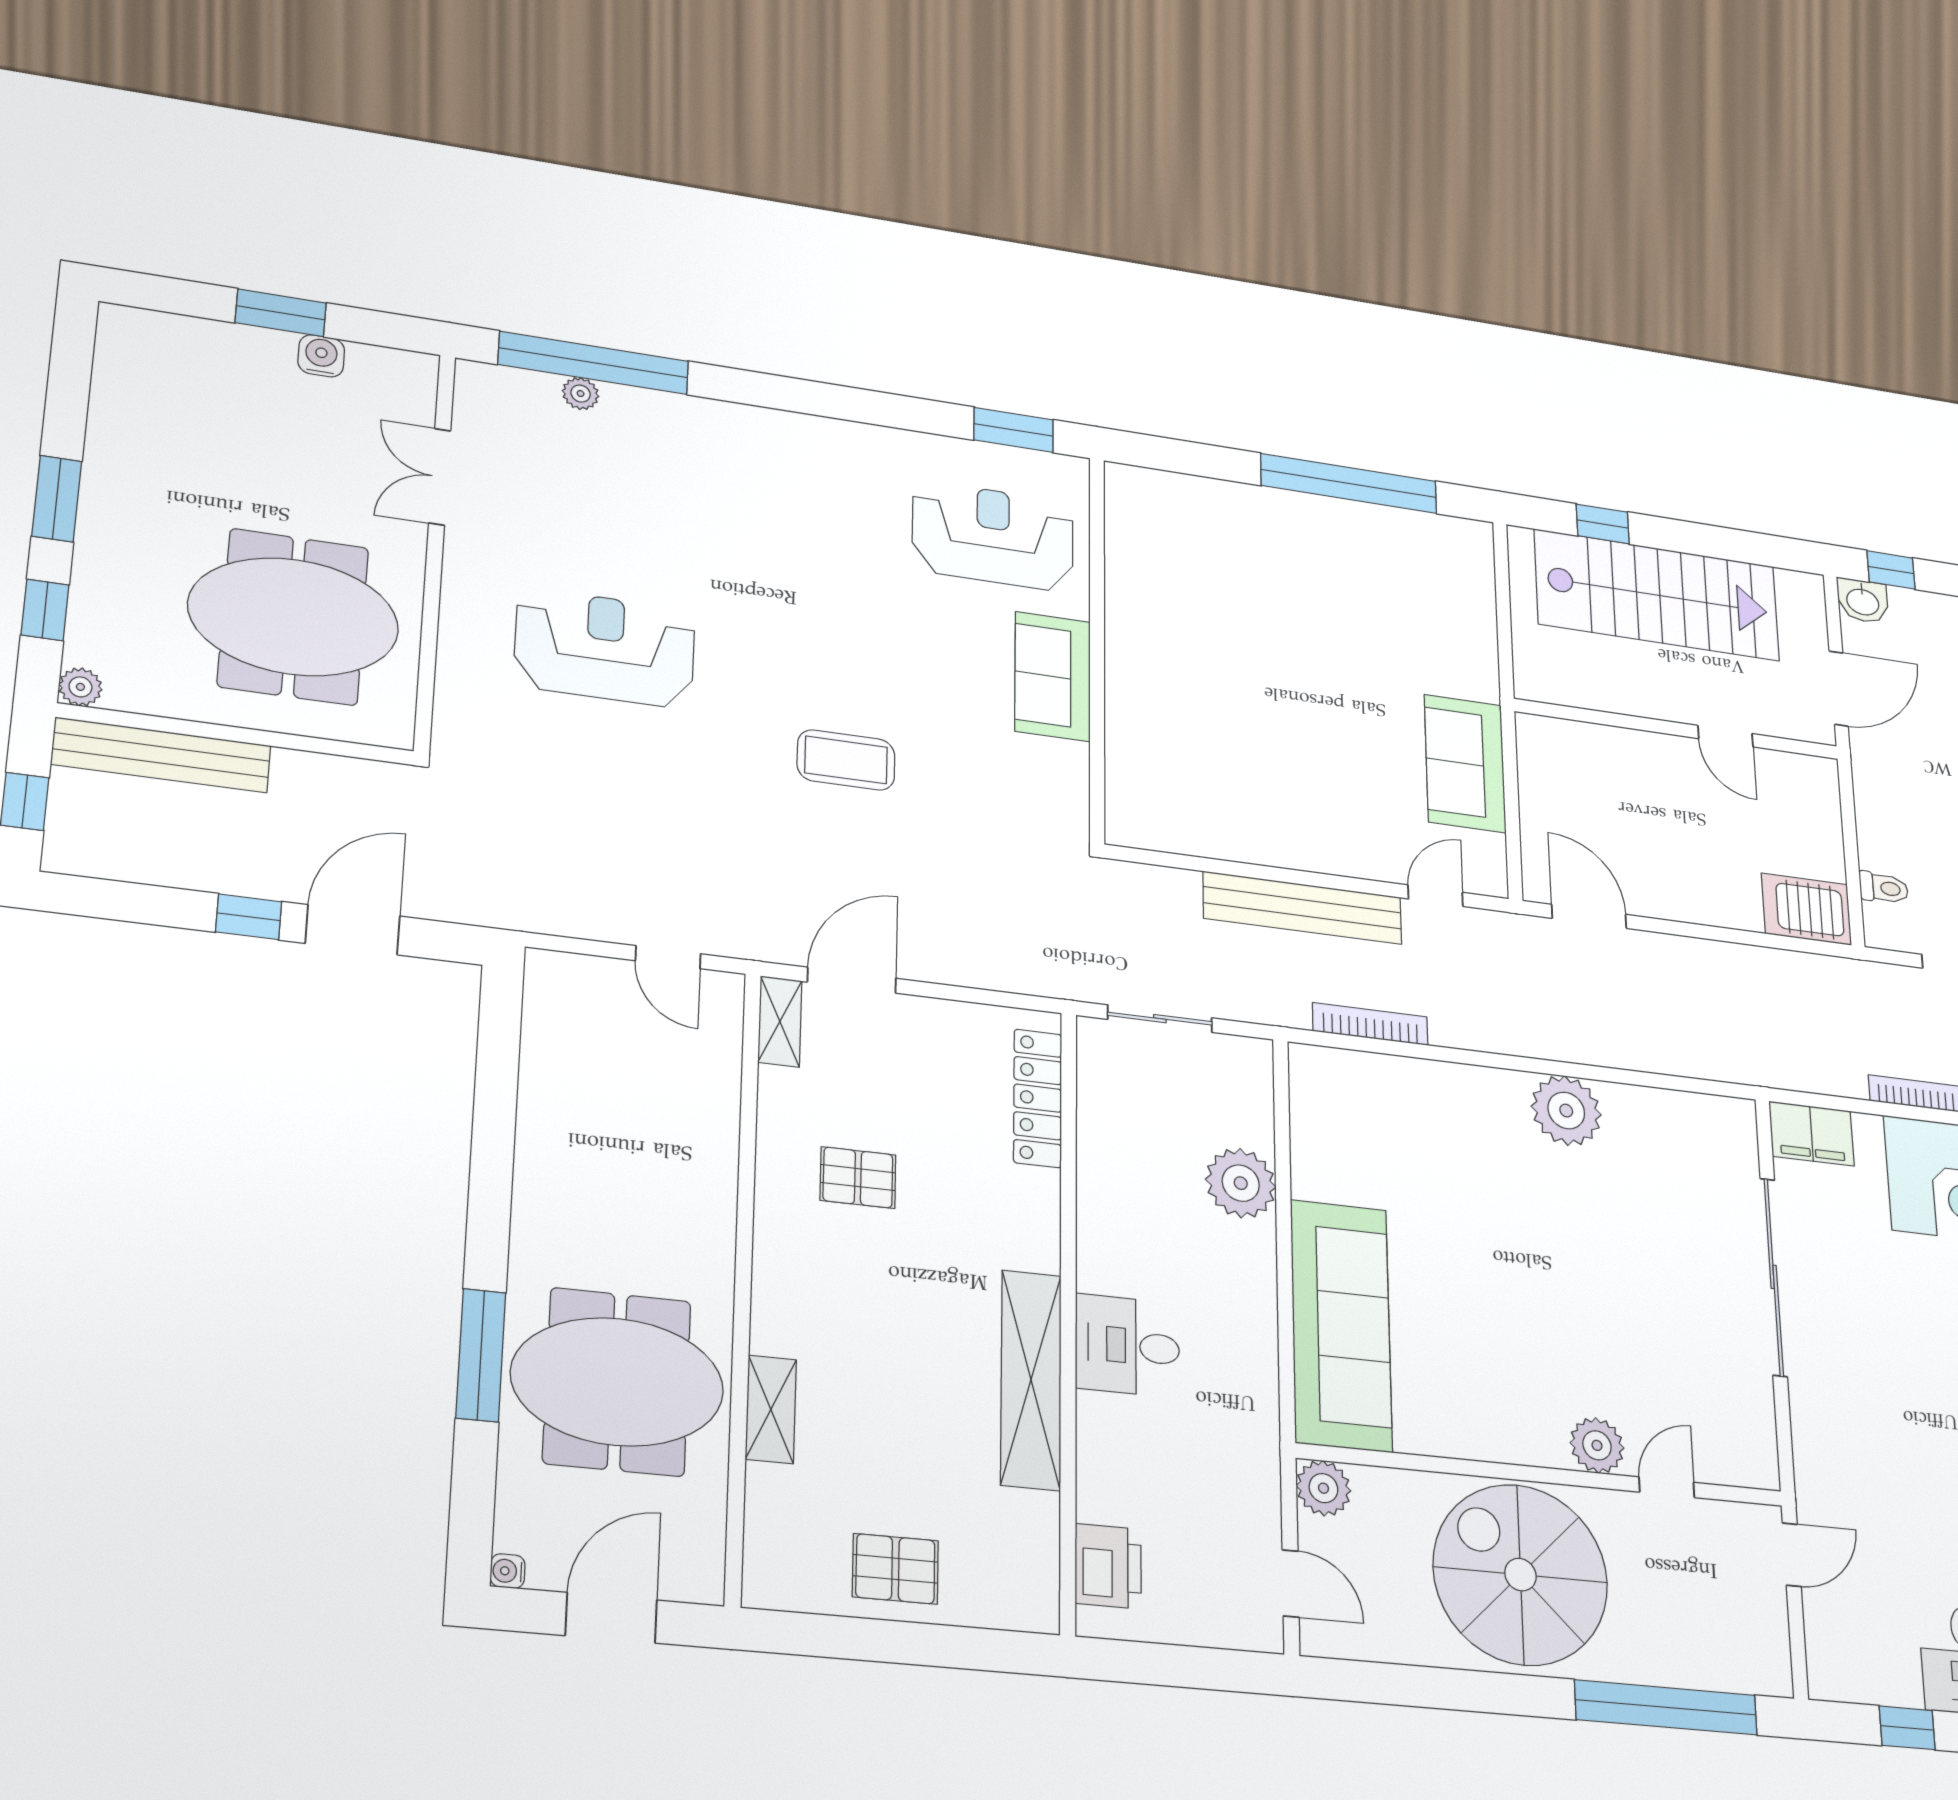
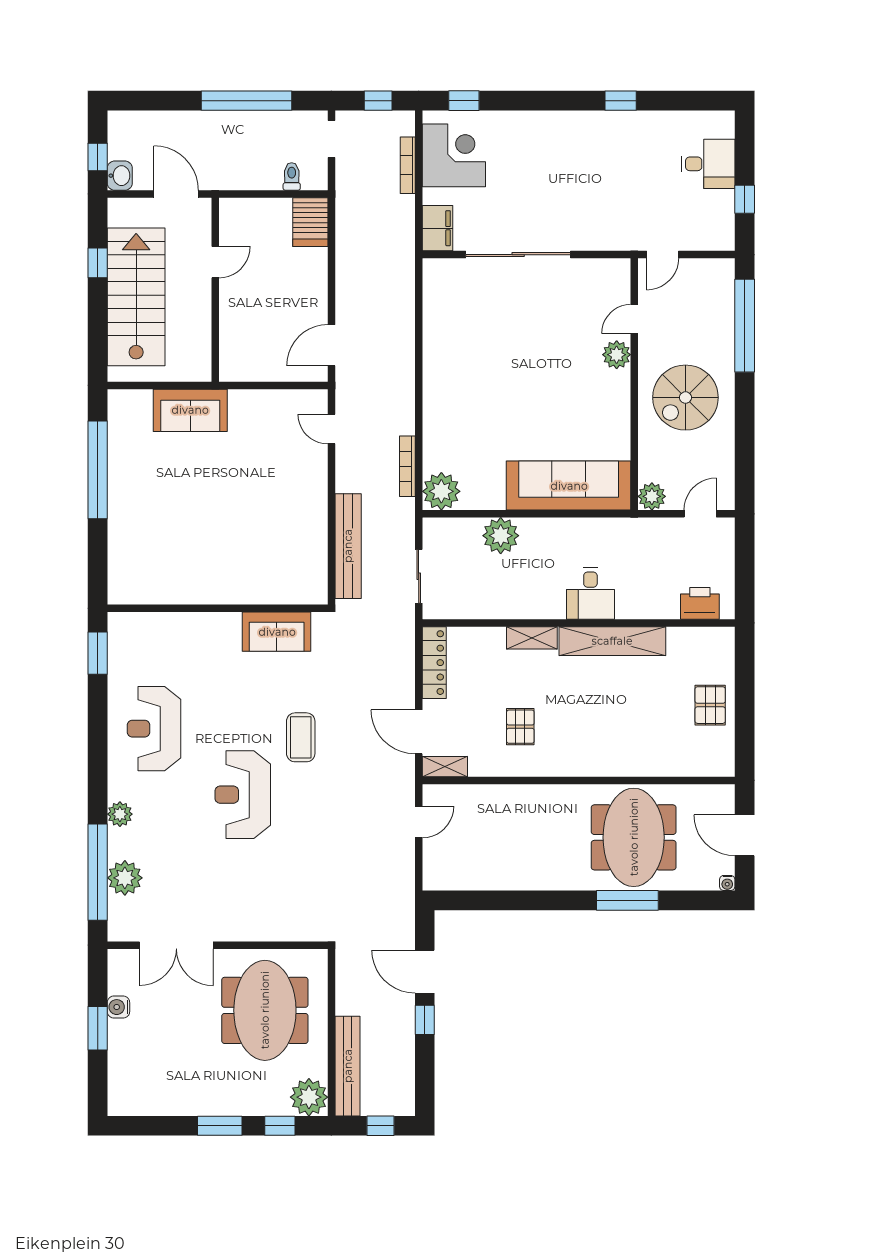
plant: (581, 394) -> (125, 878), width x1.87, depth x1.87
plant: (705, 419) -> (120, 814), added
double door: (440, 477) -> (176, 945), width x1.37
window: (1603, 524) -> (98, 263), moved
reception desk: (993, 536) -> (154, 729), moved
reception desk: (605, 648) -> (243, 795), moved
sofa: (1053, 676) -> (277, 632), moved
plant: (80, 687) -> (309, 1097), width x1.87, depth x1.87
sofa: (1465, 763) -> (190, 410), moved
bench: (1303, 908) -> (348, 546), moved
locker: (1038, 1098) -> (434, 663), moved, turned -90
plant: (1566, 1111) -> (441, 491), moved
shelving: (771, 1409) -> (532, 638), moved
door: (1667, 1487) -> (634, 319), hinge flipped
door: (1792, 1555) -> (663, 255), swing flipped
spiral stairs: (1520, 1575) -> (685, 398), width x0.73, depth x0.73

